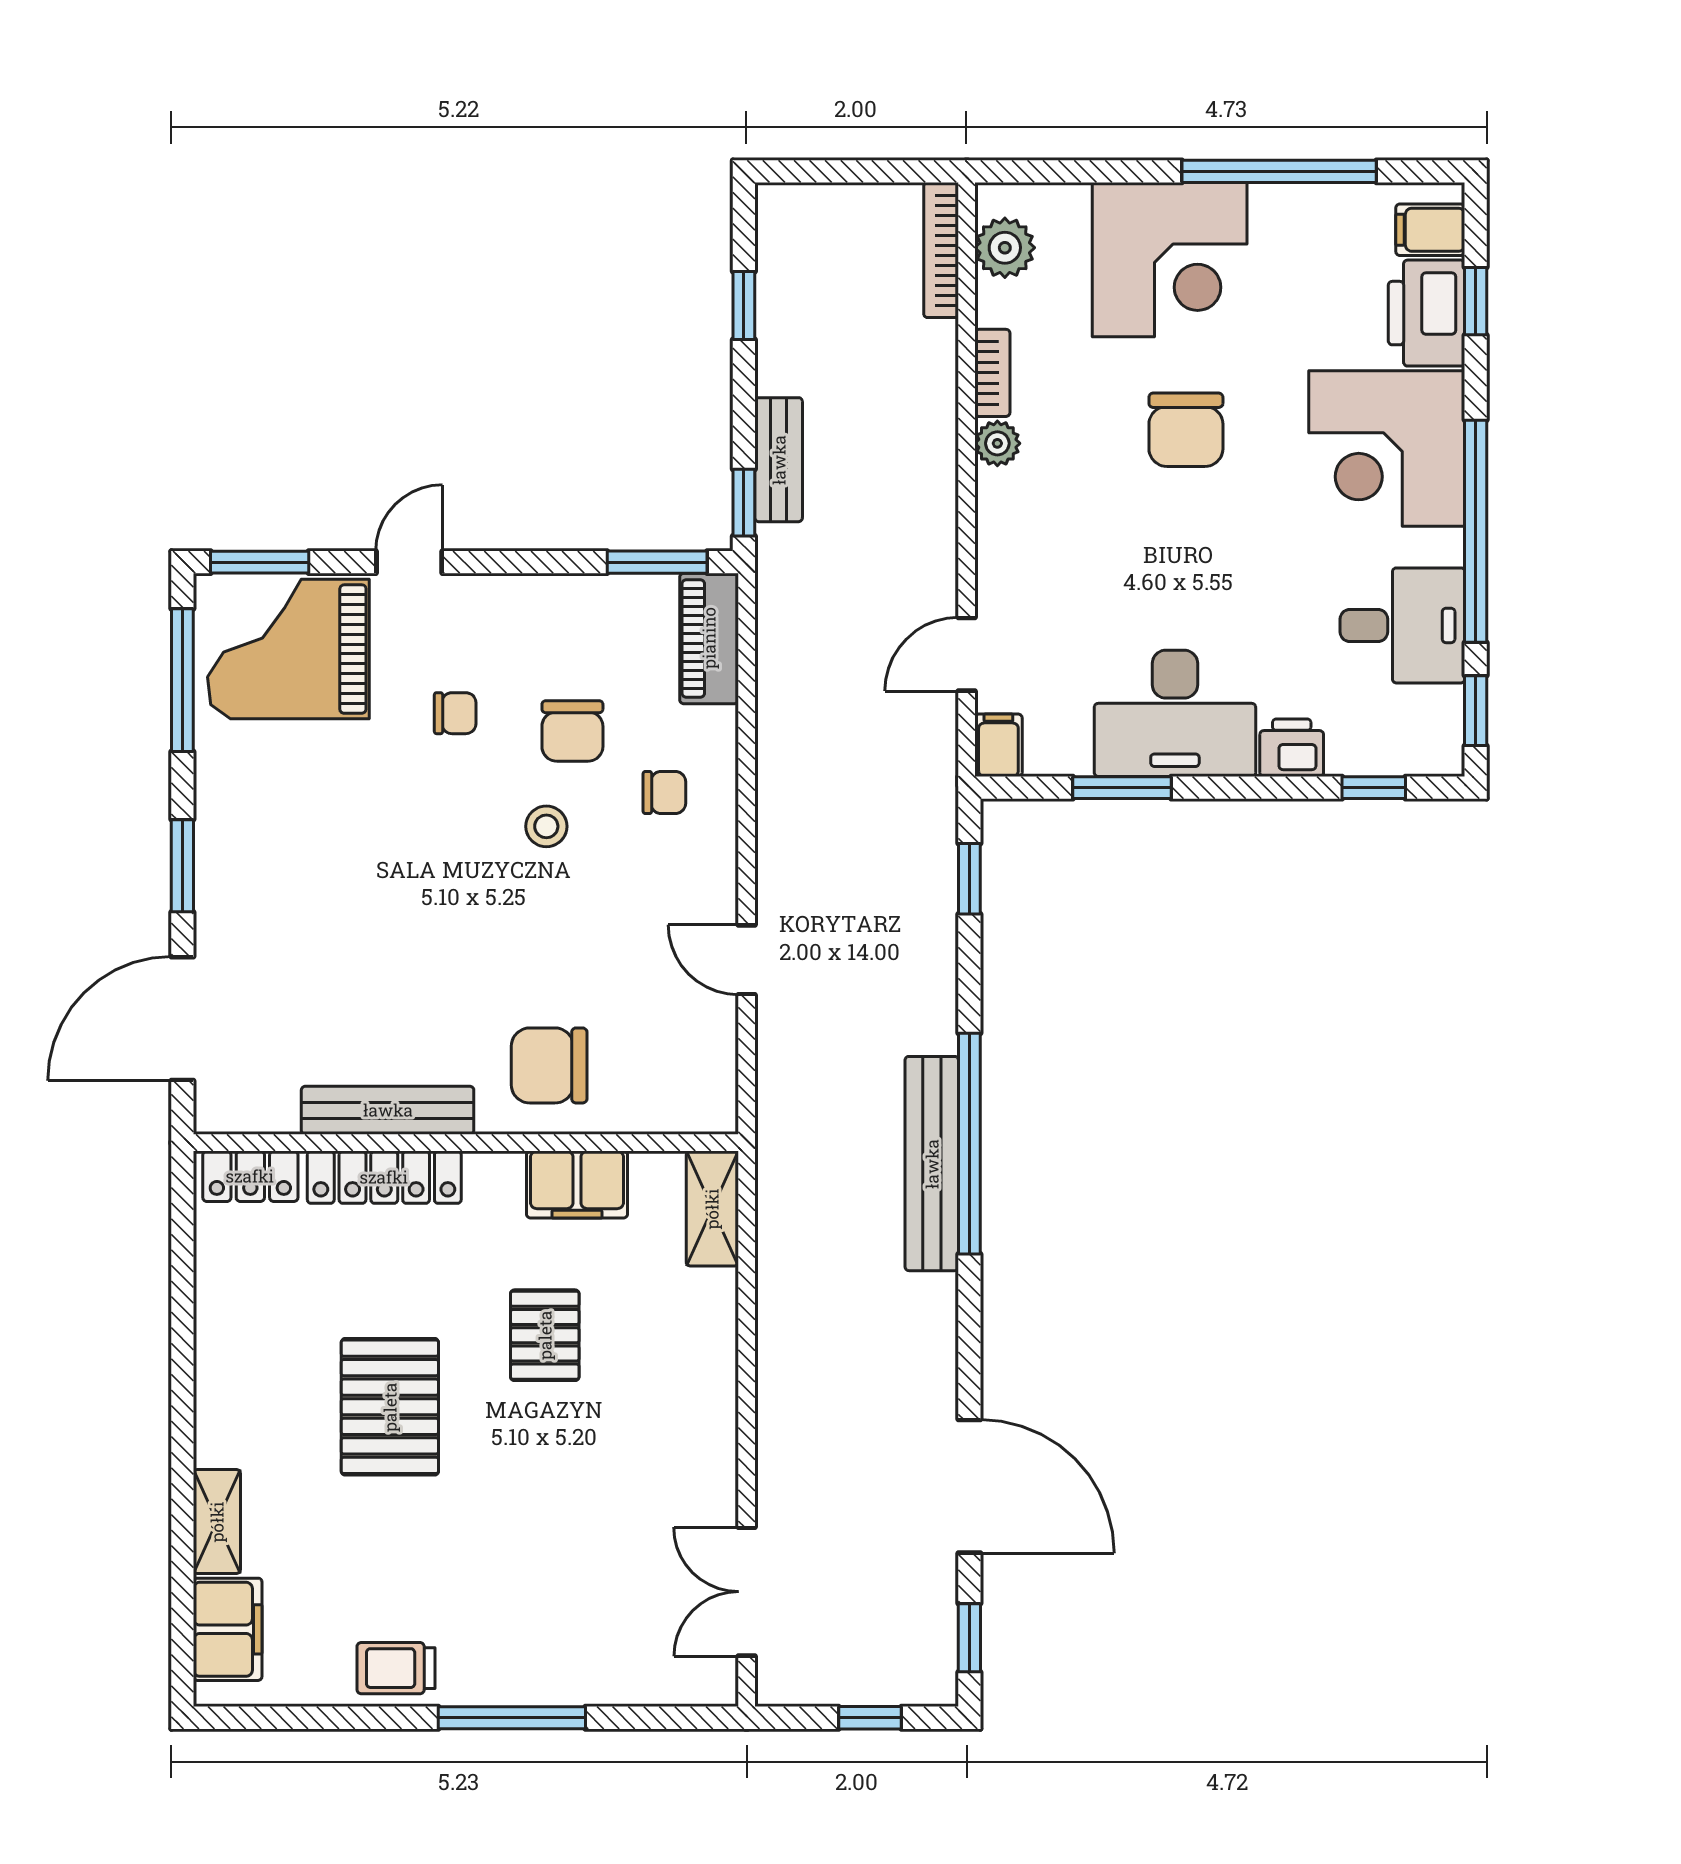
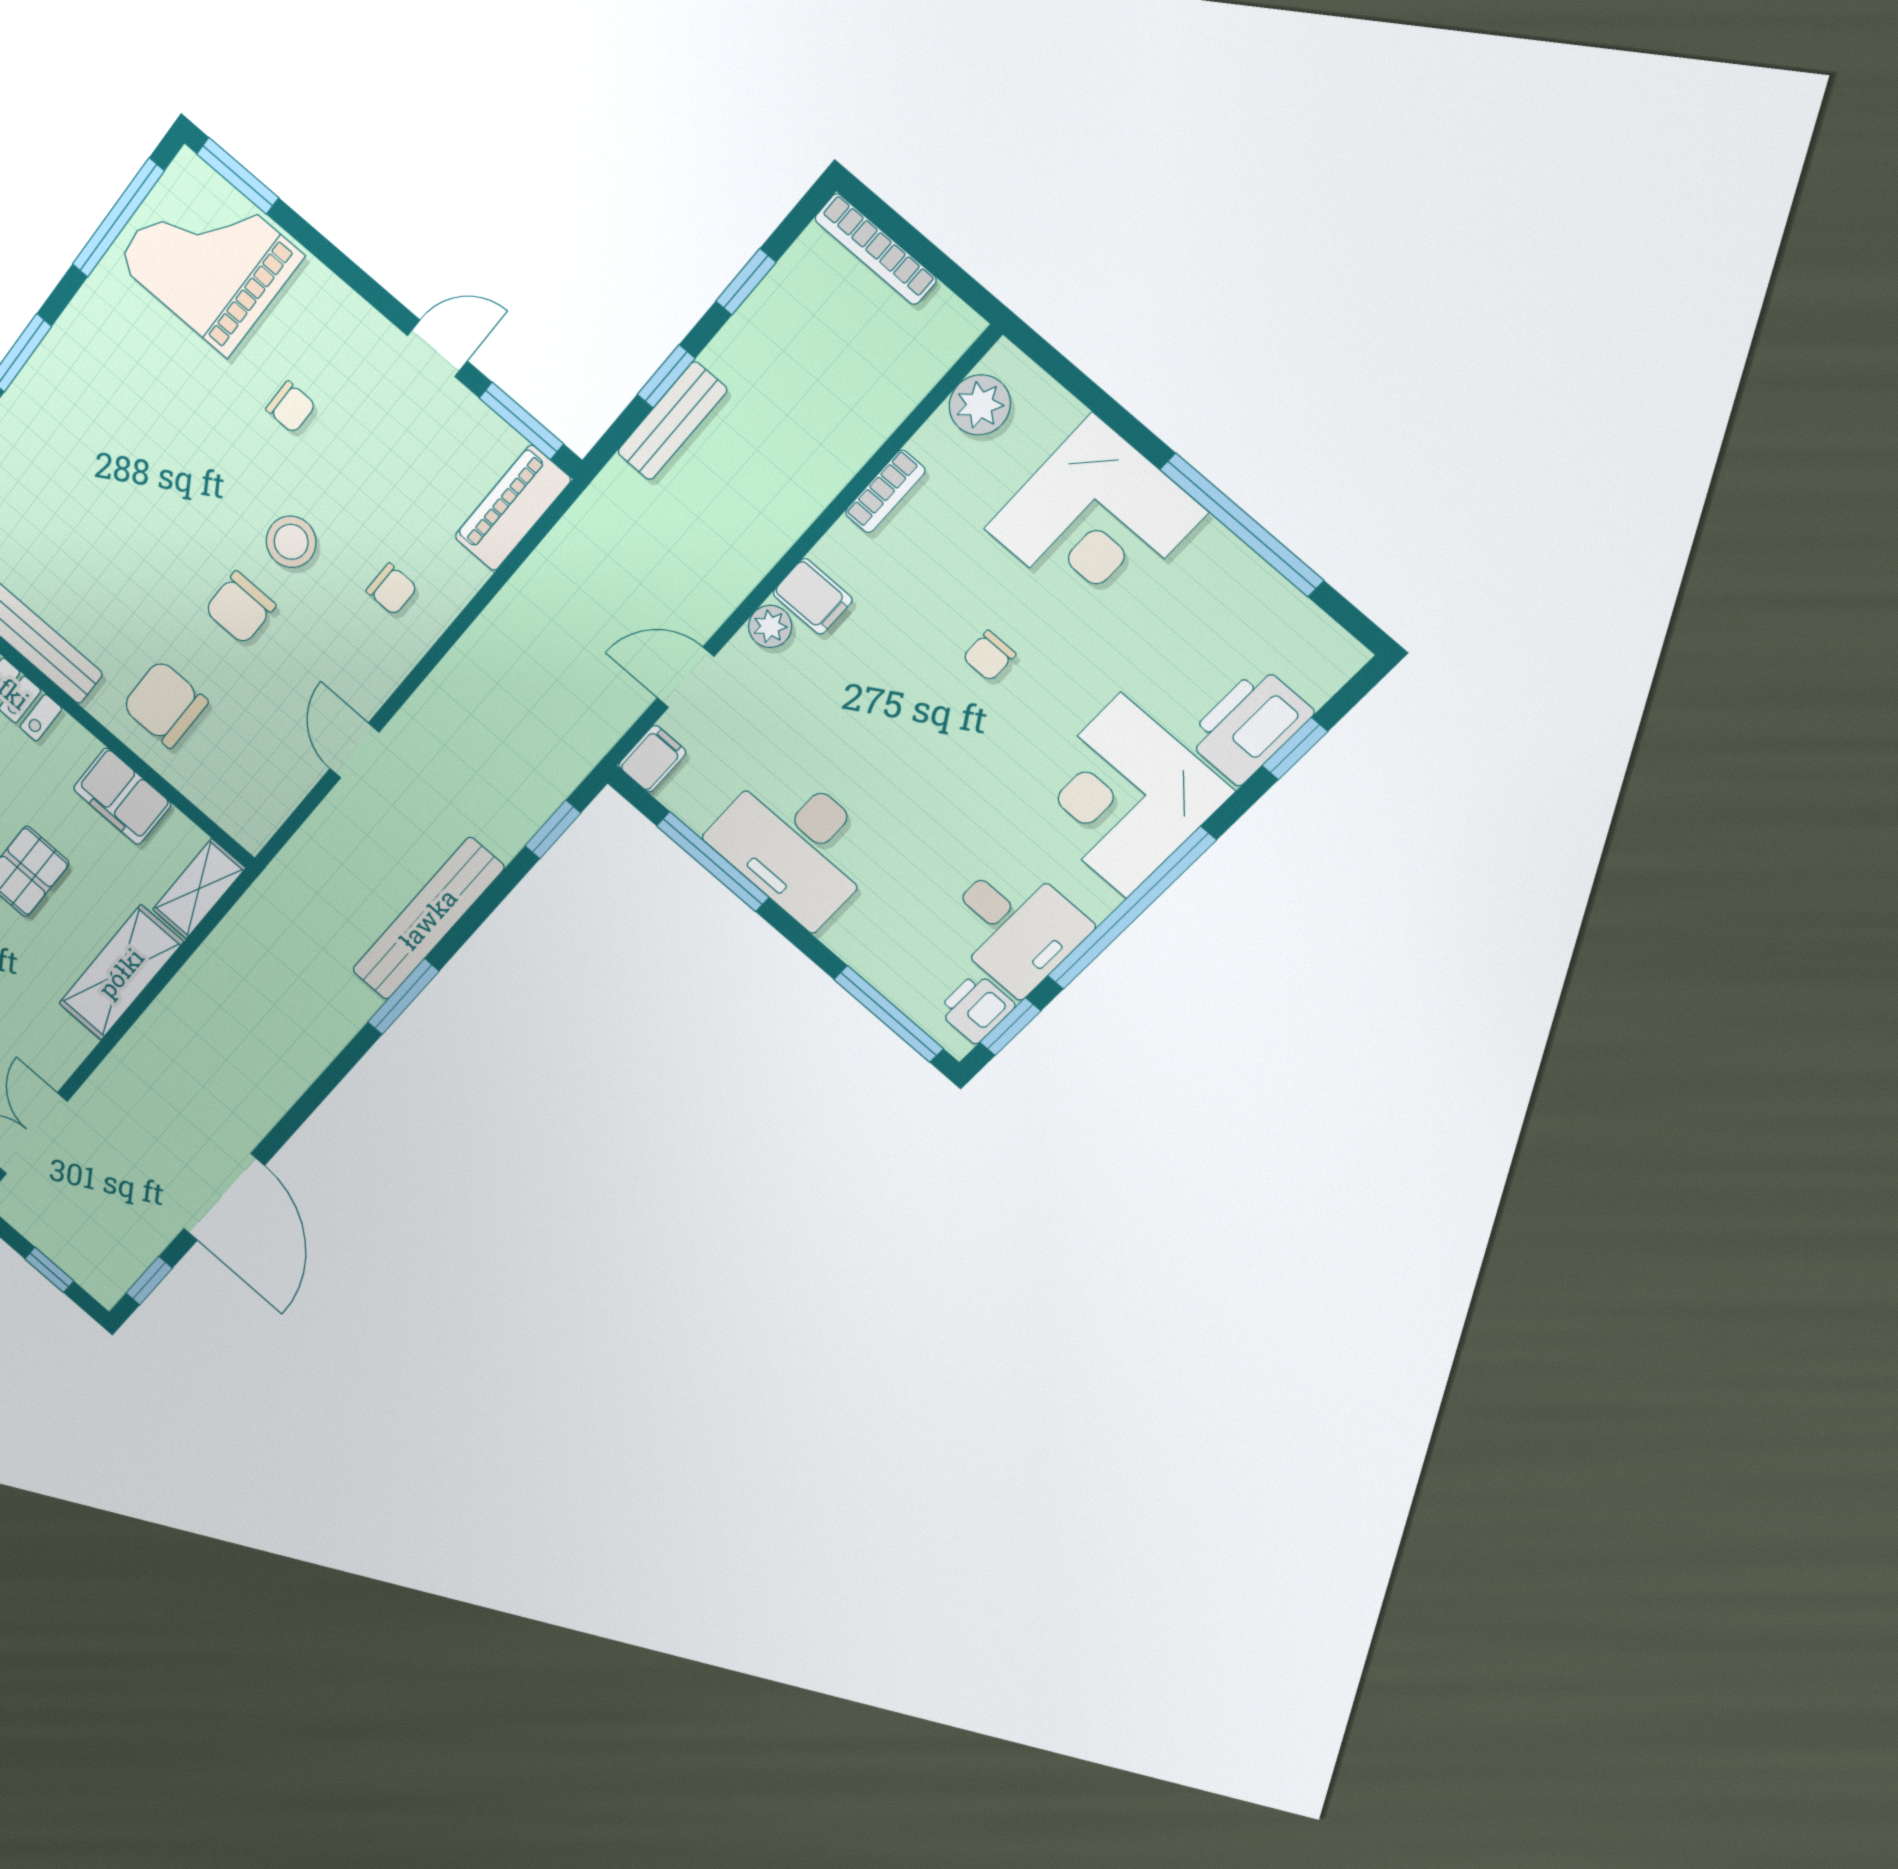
filing cabinet: (1430, 230) -> (813, 596), moved, turned 180
bookcase: (941, 250) -> (876, 249), moved, turned -90
chair: (1186, 430) -> (989, 656), width x0.54, depth x0.54
plant: (997, 443) -> (770, 626), moved
window: (744, 503) -> (666, 376), moved
door: (409, 562) -> (437, 348), moved
chair: (572, 731) -> (240, 608), moved
printer: (1292, 748) -> (976, 1008), moved, turned -90
window: (1122, 788) -> (713, 862), width x1.44
window: (1374, 788) -> (889, 1014), width x2.17
stool: (546, 826) -> (291, 542), width x1.37, depth x1.37
window: (969, 1144) -> (403, 997), width x0.47
bench: (932, 1164) -> (428, 919), moved
shelving: (705, 1353) -> (121, 973), added

